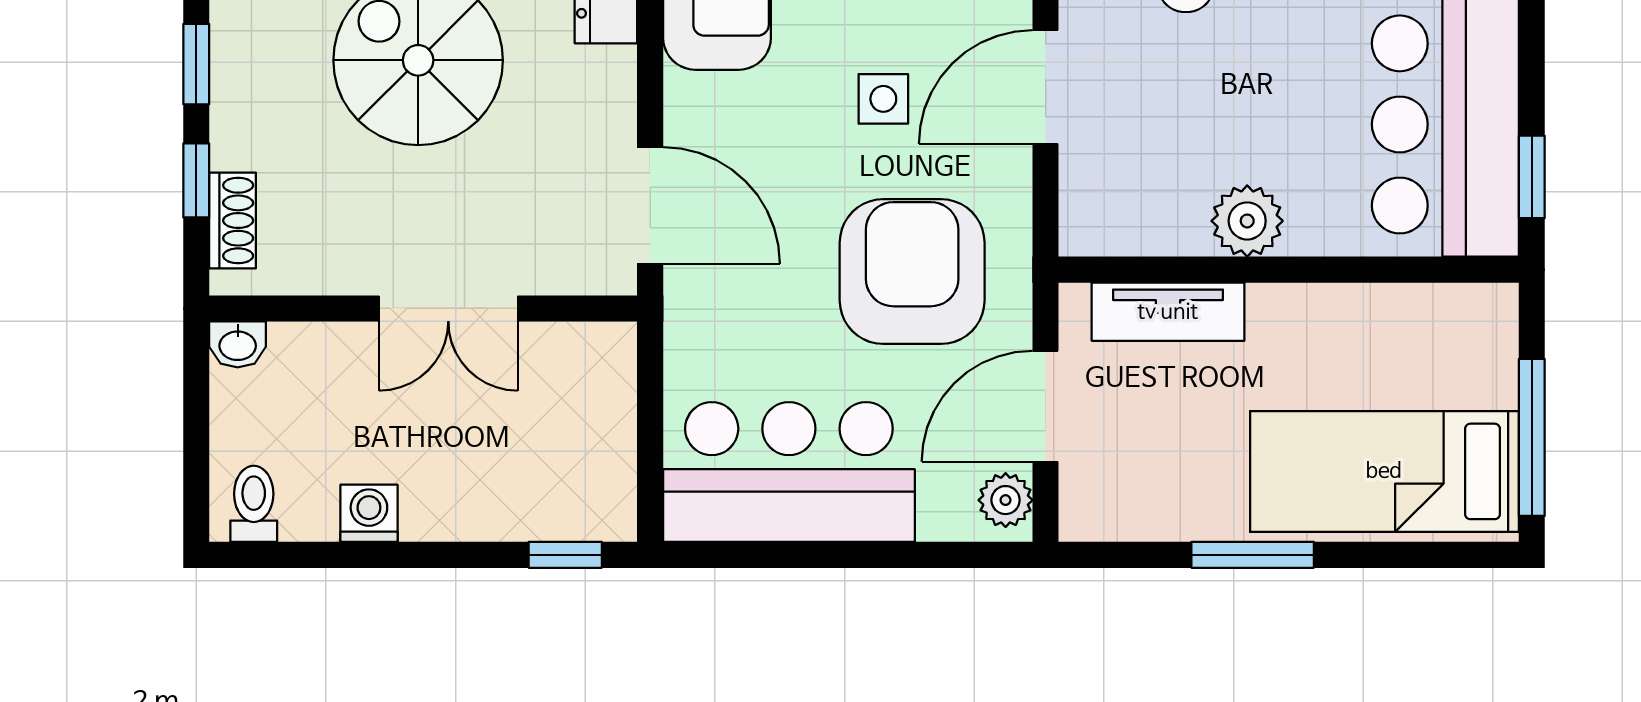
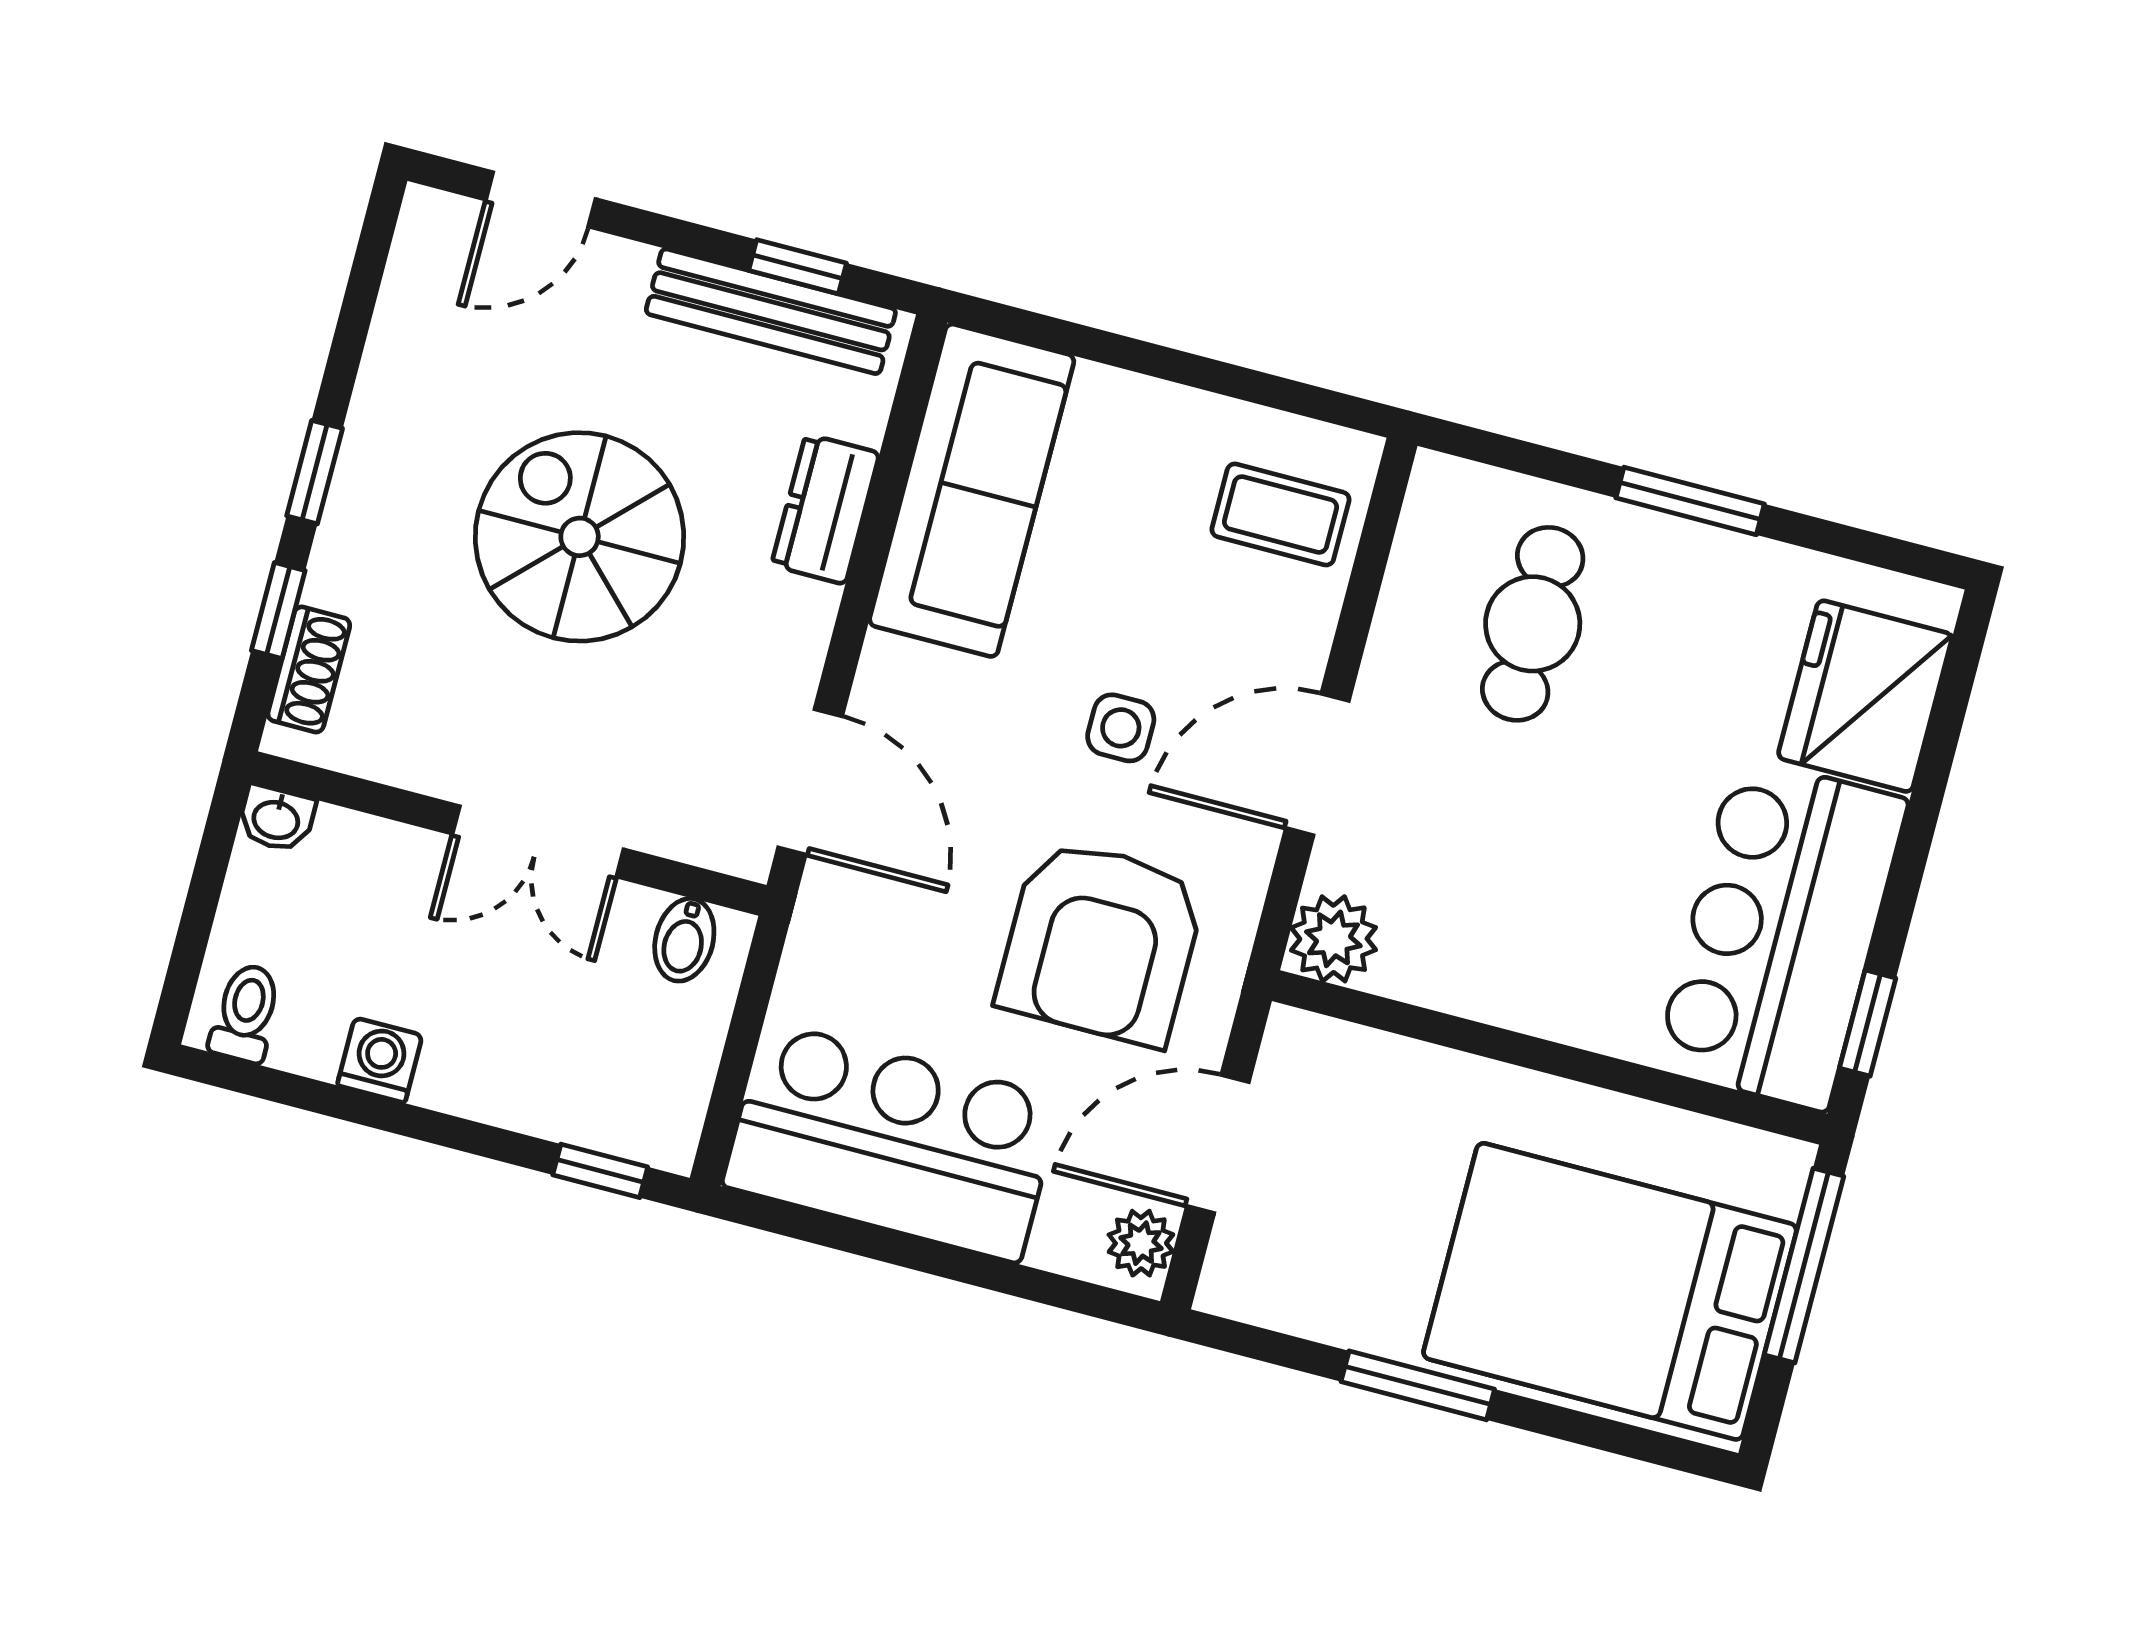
plant: (1247, 221) -> (1333, 939), moved
armchair: (912, 272) -> (1101, 942), turned 180
tv unit: (1168, 312) -> (1393, 1070), removed
bidet: (584, 356) -> (684, 940), added
window: (1532, 437) -> (1804, 1266), moved
bed: (1384, 471) -> (1610, 1291), width x1.50

